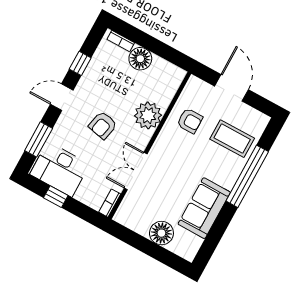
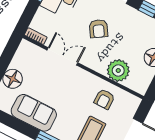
plant: (148, 115) -> (118, 70), moved
armchair: (103, 125) -> (99, 29), turned -134

